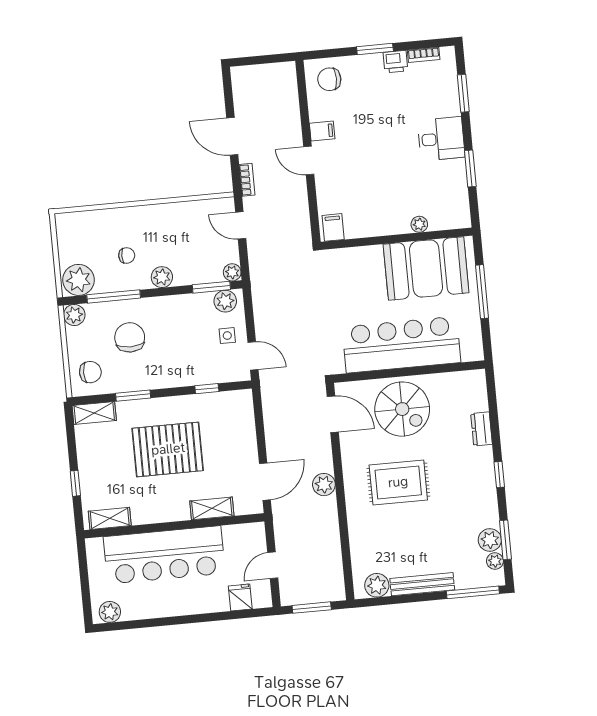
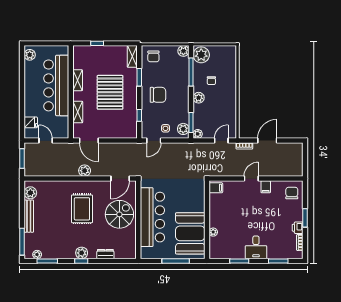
chair: (130, 337) -> (158, 95), moved
spiral stairs: (402, 409) -> (119, 214), turned 180
shelving: (110, 518) -> (78, 80), moved
plant: (490, 540) -> (82, 253), moved

